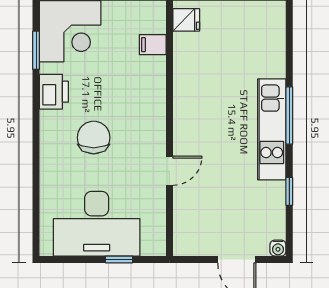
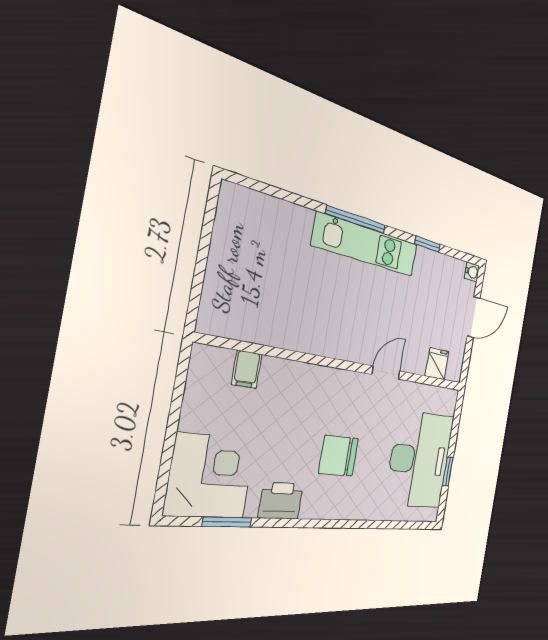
fridge: (186, 20) -> (437, 364), moved
door: (169, 171) -> (386, 373), hinge flipped
window: (119, 259) -> (448, 472), moved

